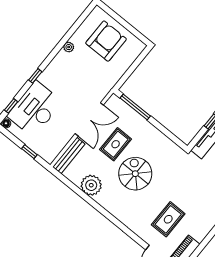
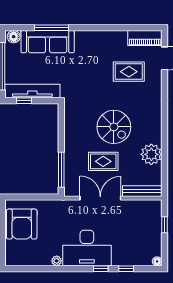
armchair: (106, 41) -> (22, 224), moved, turned -90
window: (11, 106) -> (126, 269), moved
desk: (35, 109) -> (87, 248), moved
spiral stairs: (135, 174) -> (114, 127), turned -90

